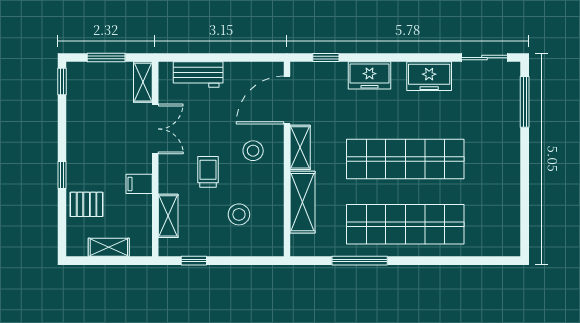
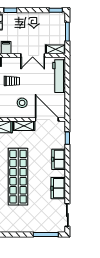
workbench: (198, 74) -> (59, 76), width x1.38

